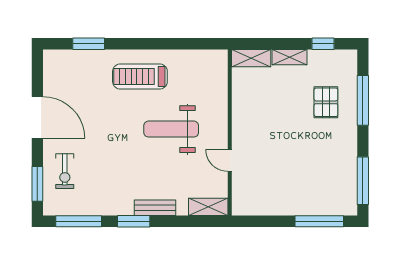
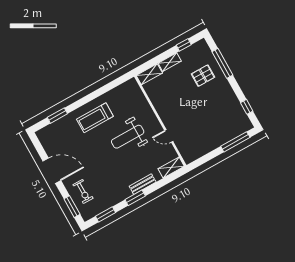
pallet: (326, 102) -> (203, 76), turned 90
window: (363, 181) -> (247, 107), width x0.46
window: (79, 221) -> (106, 214), width x0.69

